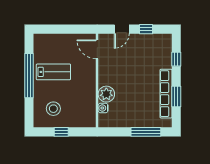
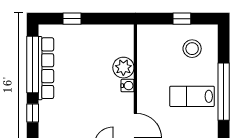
window: (176, 96) -> (33, 65), width x2.11
water cooler: (103, 108) -> (128, 86), moved
window: (146, 132) -> (72, 19), width x0.46

